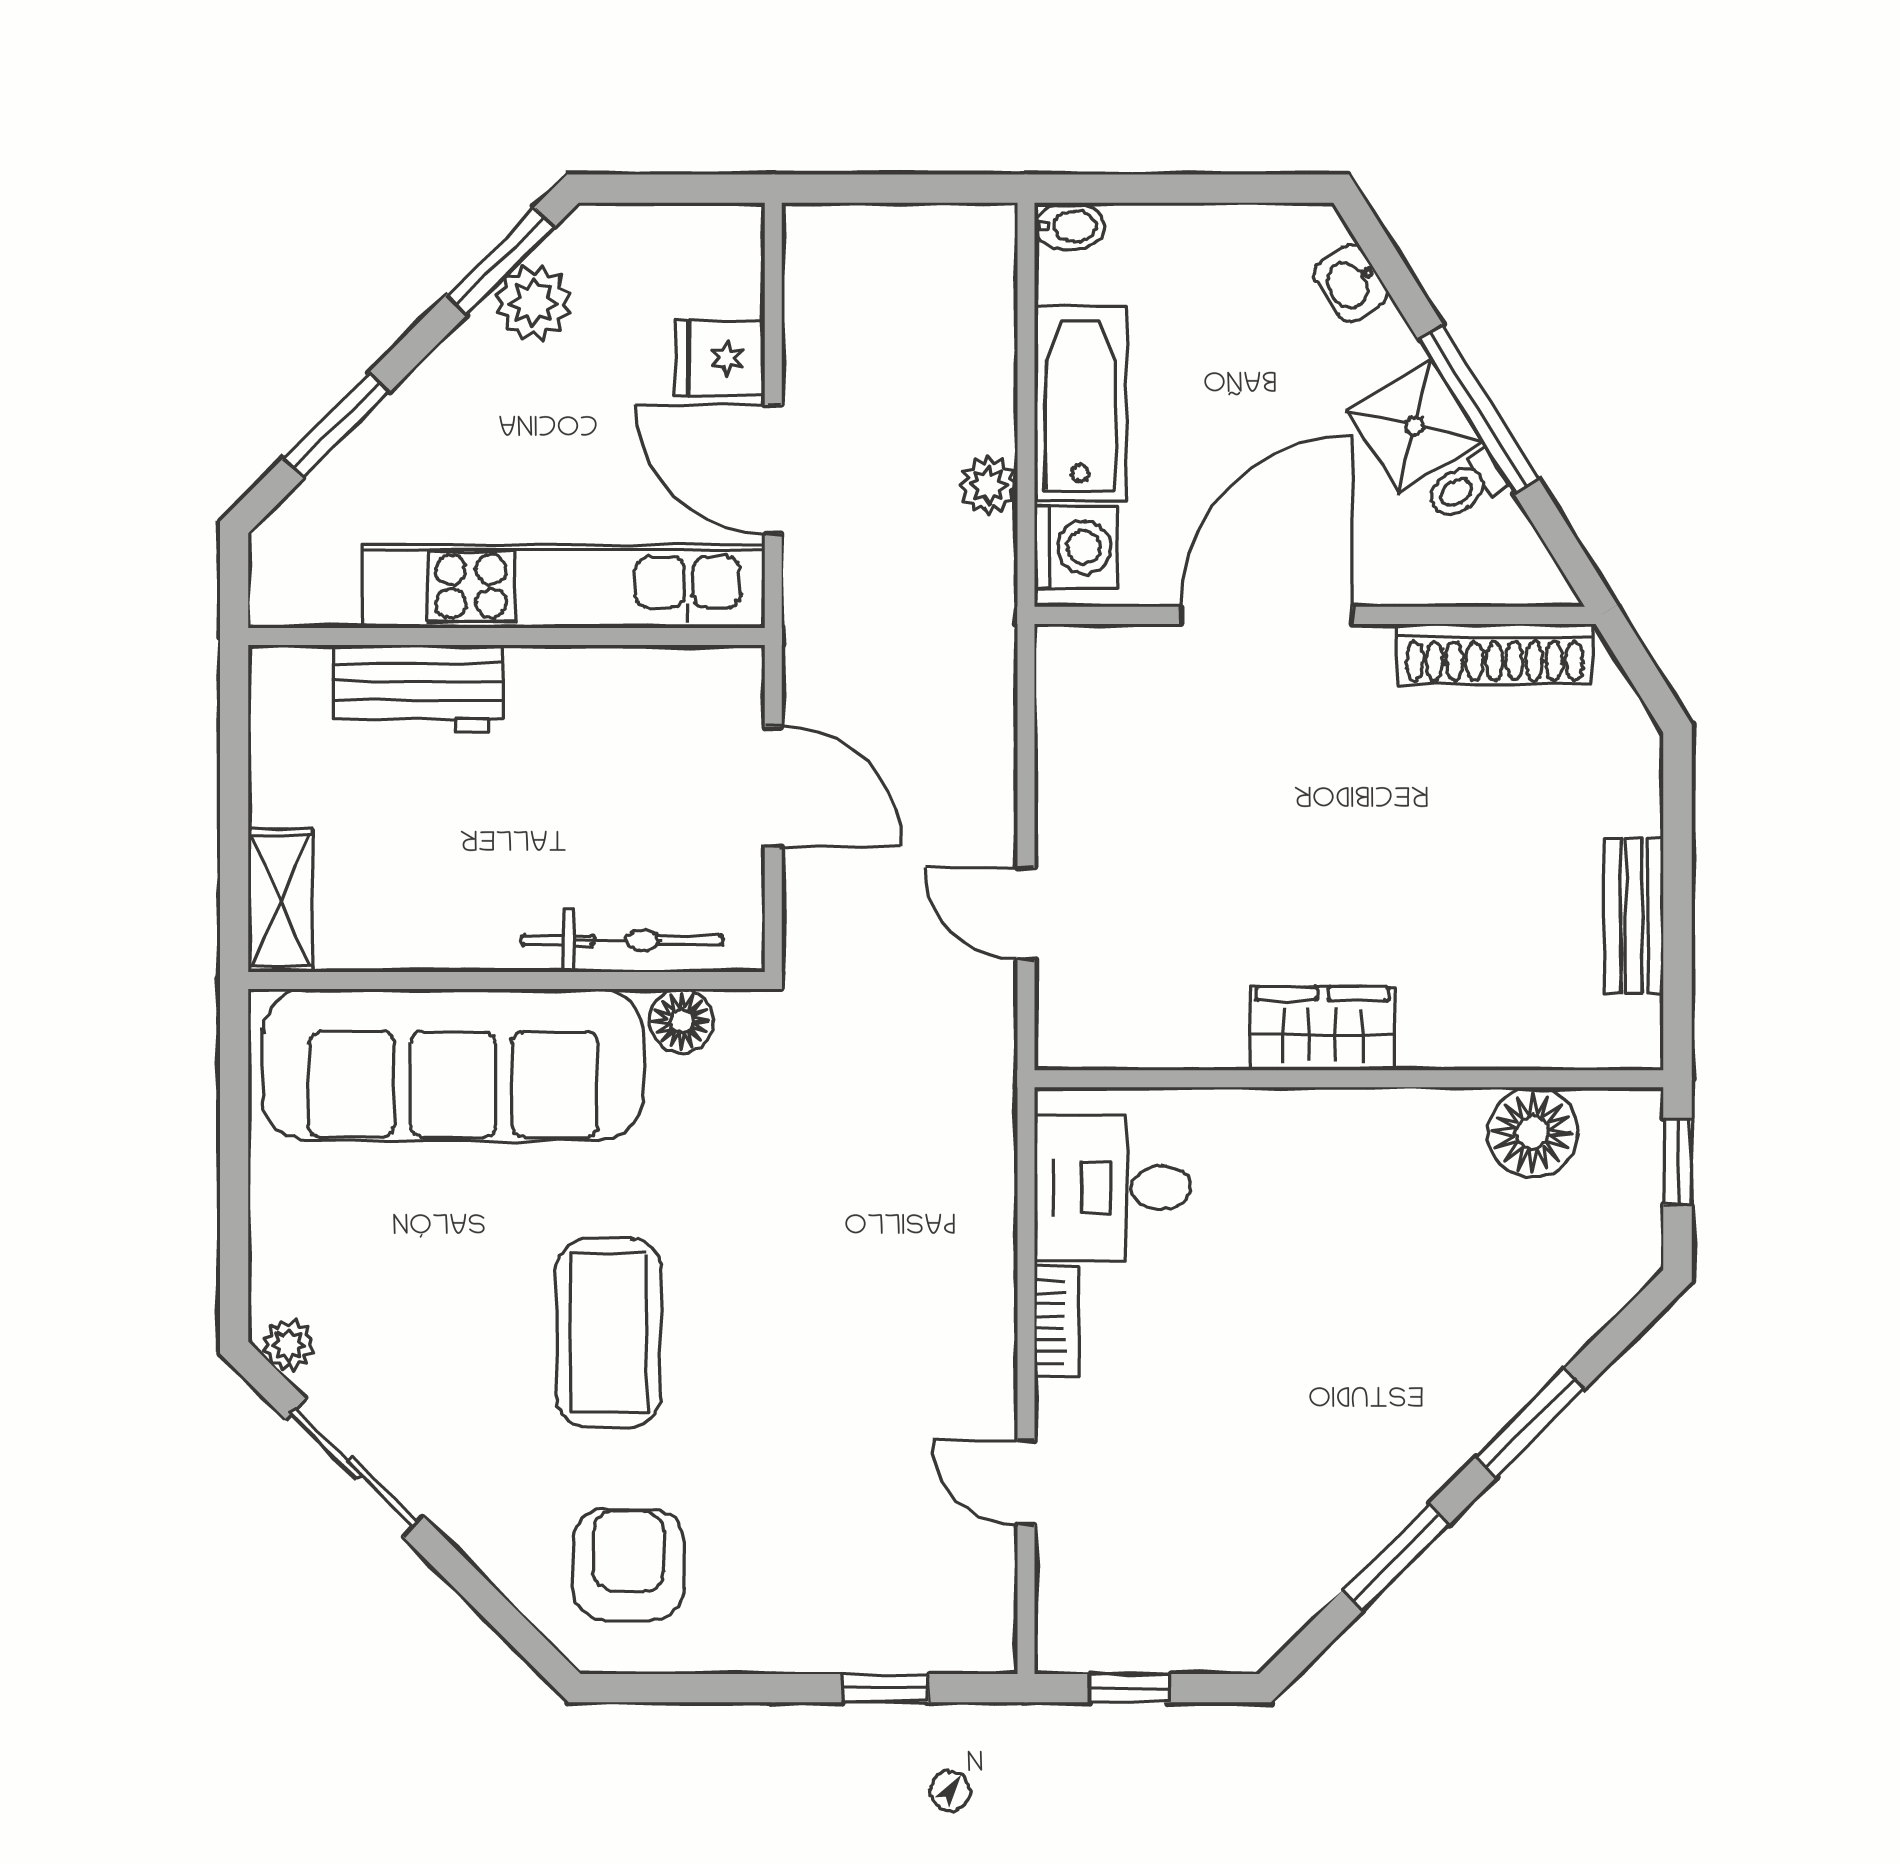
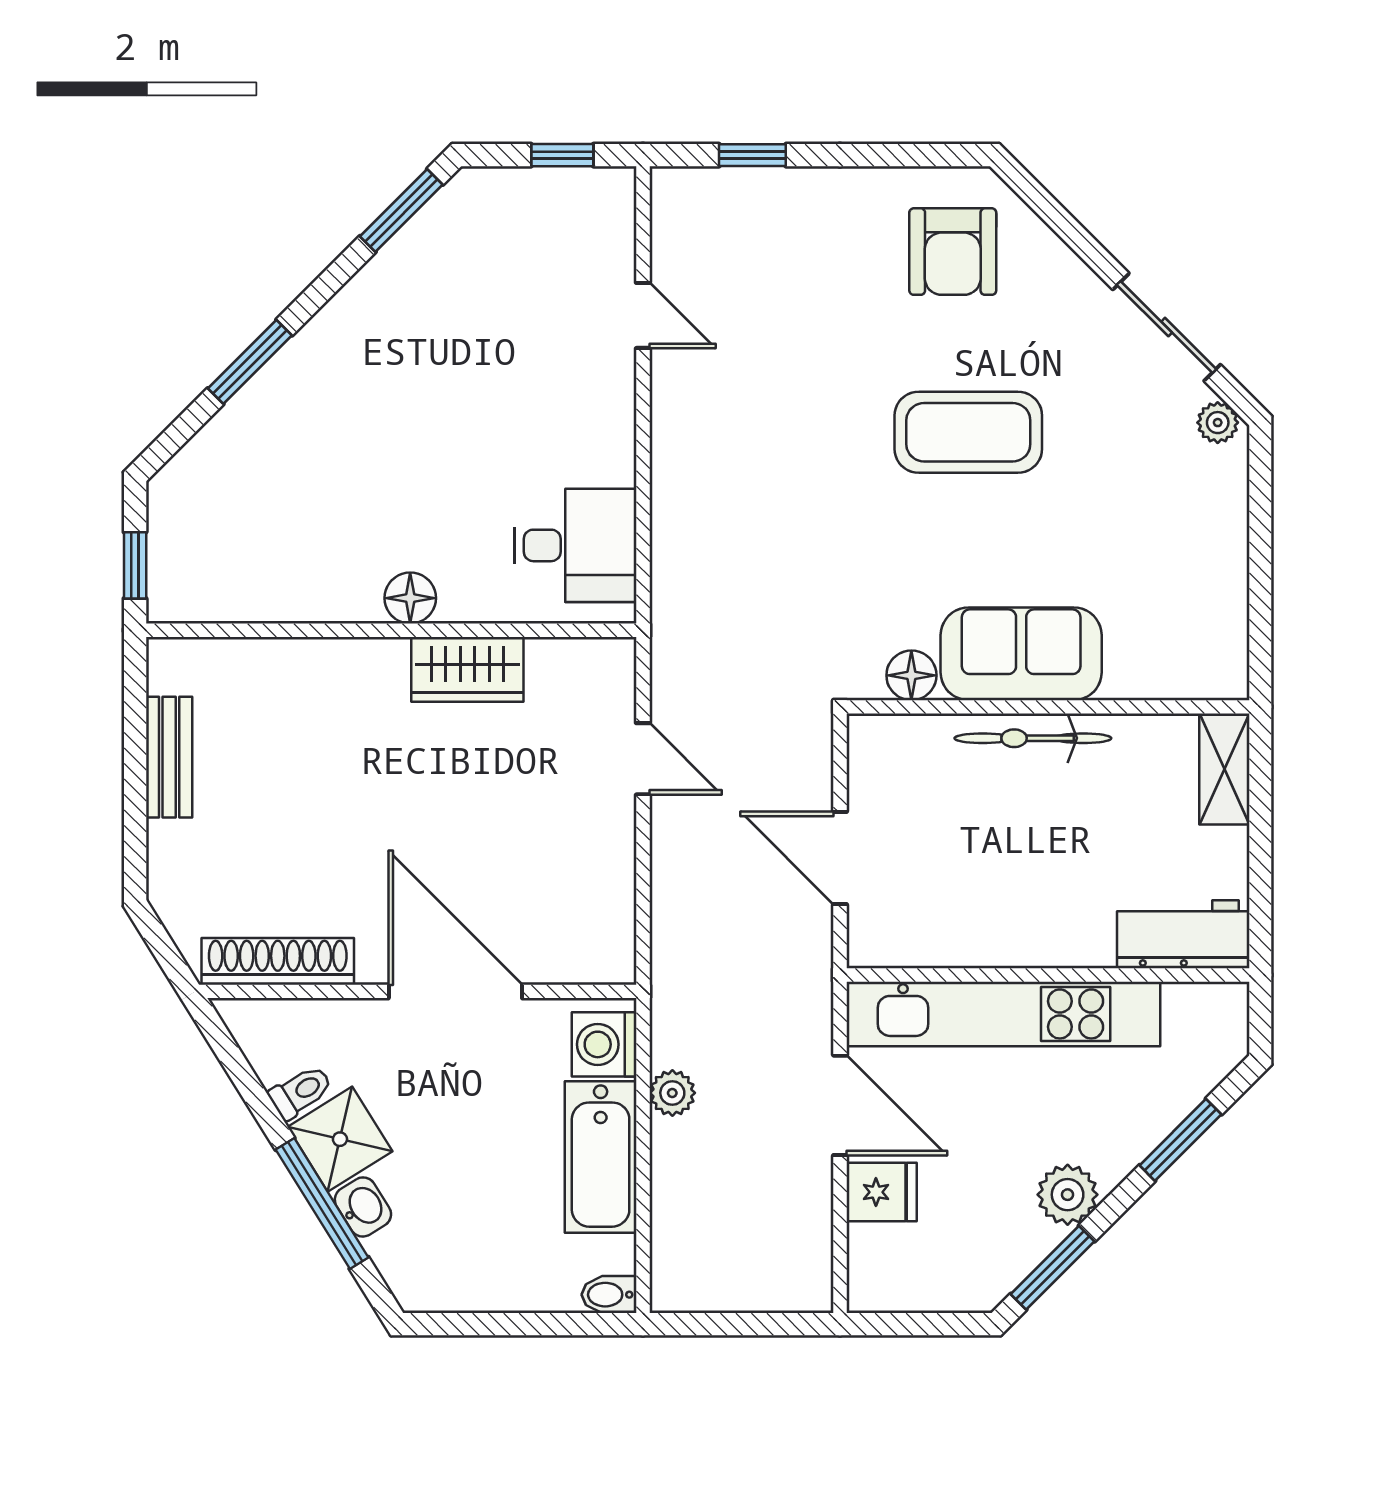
washbasin: (1350, 283) -> (363, 1207), moved
plant: (533, 303) -> (1068, 1195), moved
window: (1478, 409) -> (322, 1204), moved
door: (1267, 615) -> (455, 991), swing flipped
workbench: (418, 689) -> (1183, 934), moved
bicycle: (622, 940) -> (1033, 738), moved
wardrobe: (1322, 1029) -> (467, 669), moved
sofa: (453, 1065) -> (1021, 654), width x0.54, depth x0.79
floor lamp: (1532, 1132) -> (410, 598), moved, width x0.73, depth x0.73
bookcase: (1057, 1322) -> (619, 441), removed
coffee table: (609, 1333) -> (968, 432), turned 90
window: (1396, 1557) -> (401, 210), moved

